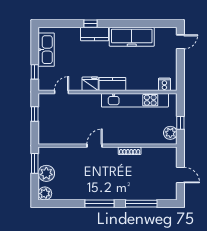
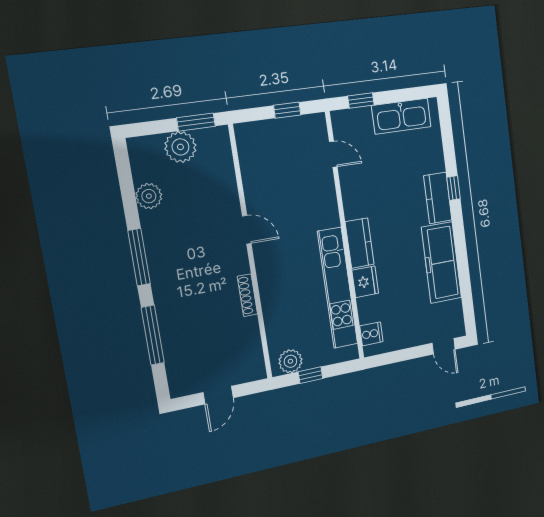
fridge: (90, 84) -> (365, 282), moved
plant: (45, 194) -> (149, 196), moved

